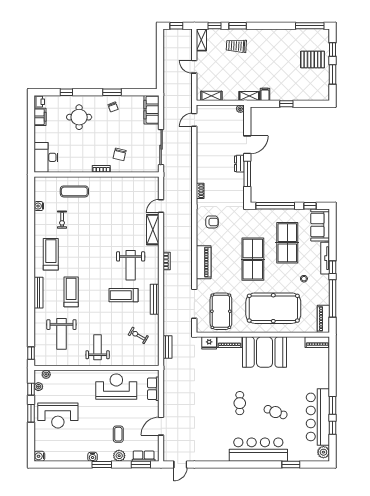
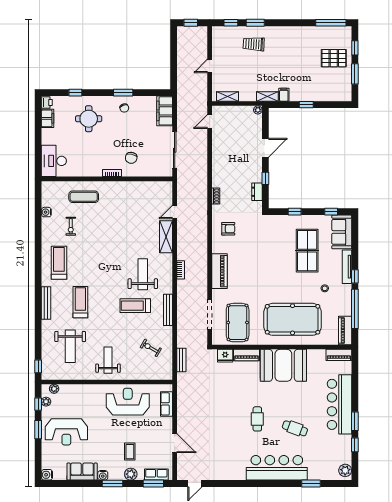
shelving: (201, 40) -> (217, 38), removed
door: (194, 67) -> (210, 66), hinge flipped
dresser: (239, 164) -> (257, 192), moved
window: (247, 174) -> (265, 178), width x0.46
window: (275, 206) -> (295, 212), width x0.32
table tennis table: (253, 259) -> (271, 268), removed
weight bench: (131, 265) -> (143, 274), turned 180
bar counter: (318, 417) -> (339, 404), moved
door: (161, 426) -> (175, 443), swing flipped
sofa: (73, 453) -> (82, 472), added

